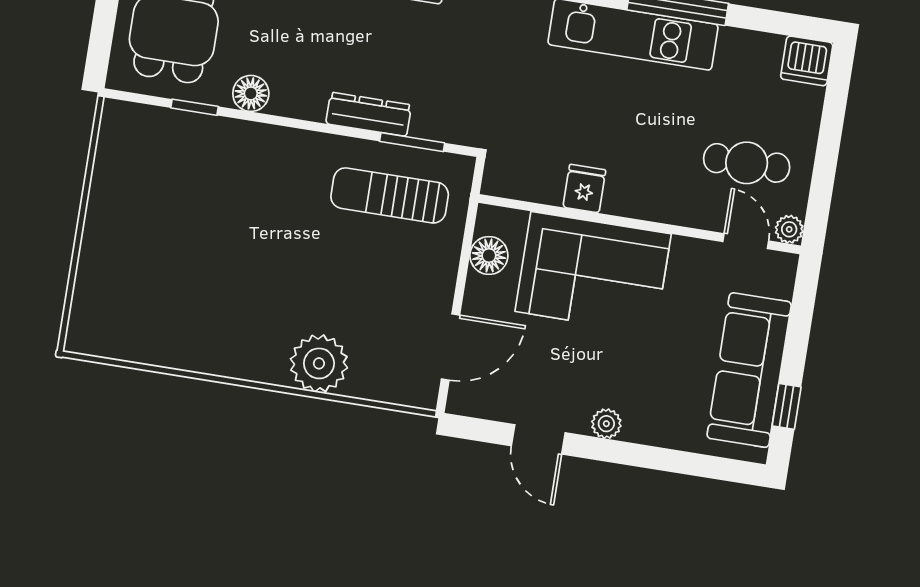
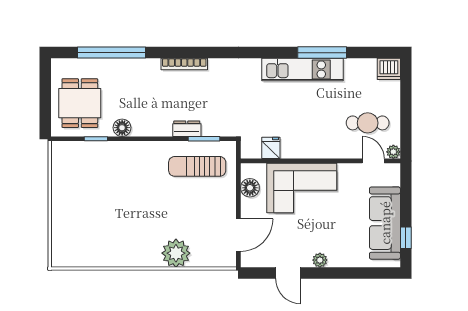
dresser: (369, 114) -> (187, 129), width x0.70
fridge: (584, 189) -> (271, 148), moved

